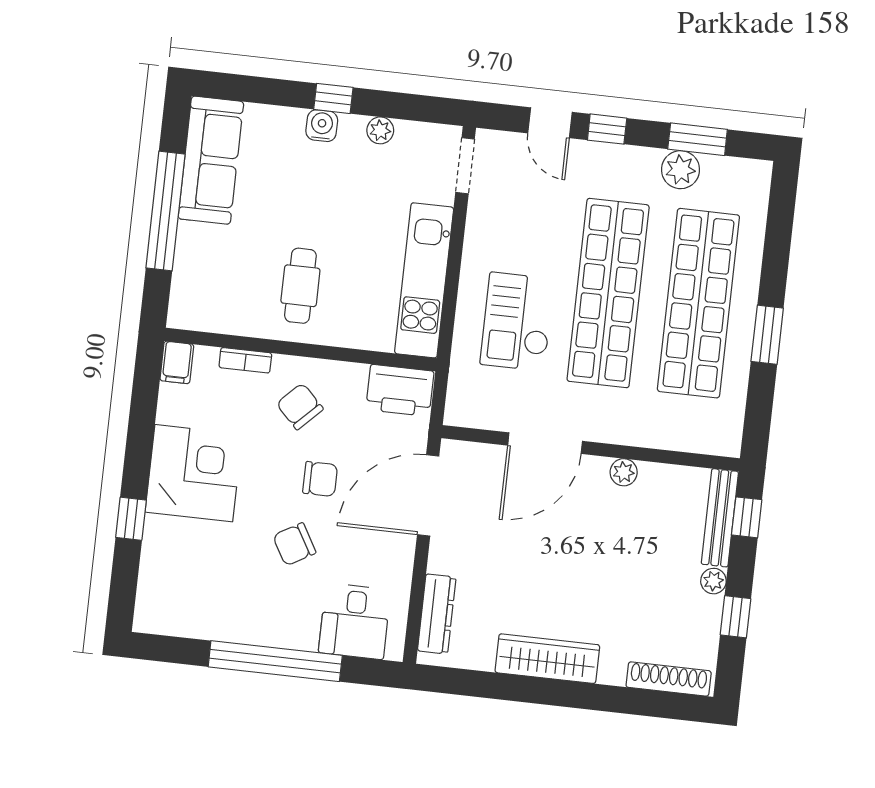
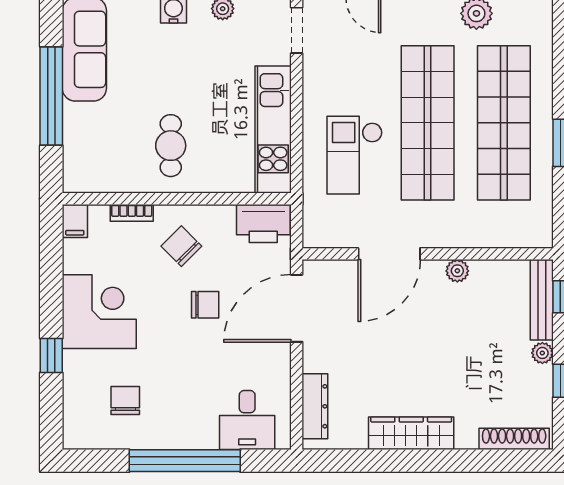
chair: (294, 544) -> (125, 401), moved, turned 120

